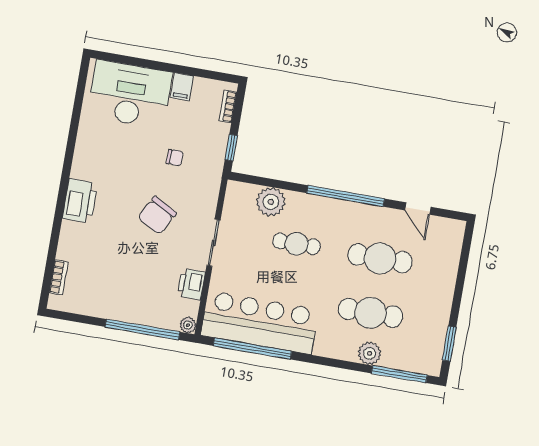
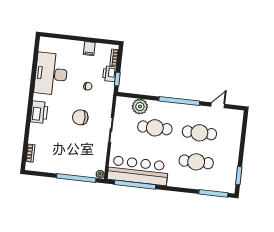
desk: (130, 94) -> (51, 74), moved, turned -90
door: (418, 209) -> (218, 105), swing flipped
chair: (157, 215) -> (80, 117), turned 61
cafe table: (296, 244) -> (155, 128), width x1.37, depth x1.35
printer: (191, 284) -> (109, 74), moved
plant: (369, 353) -> (197, 183), removed

